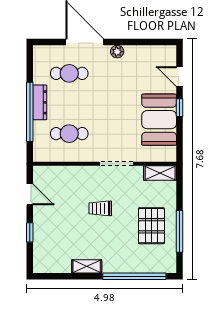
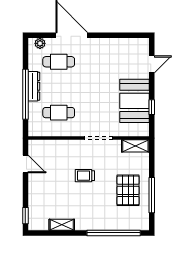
plant: (117, 52) -> (40, 43), moved
door: (180, 77) -> (152, 64), swing flipped
window: (180, 108) -> (152, 107), moved
window: (30, 232) -> (25, 216), moved
shelving: (87, 266) -> (62, 225), moved

